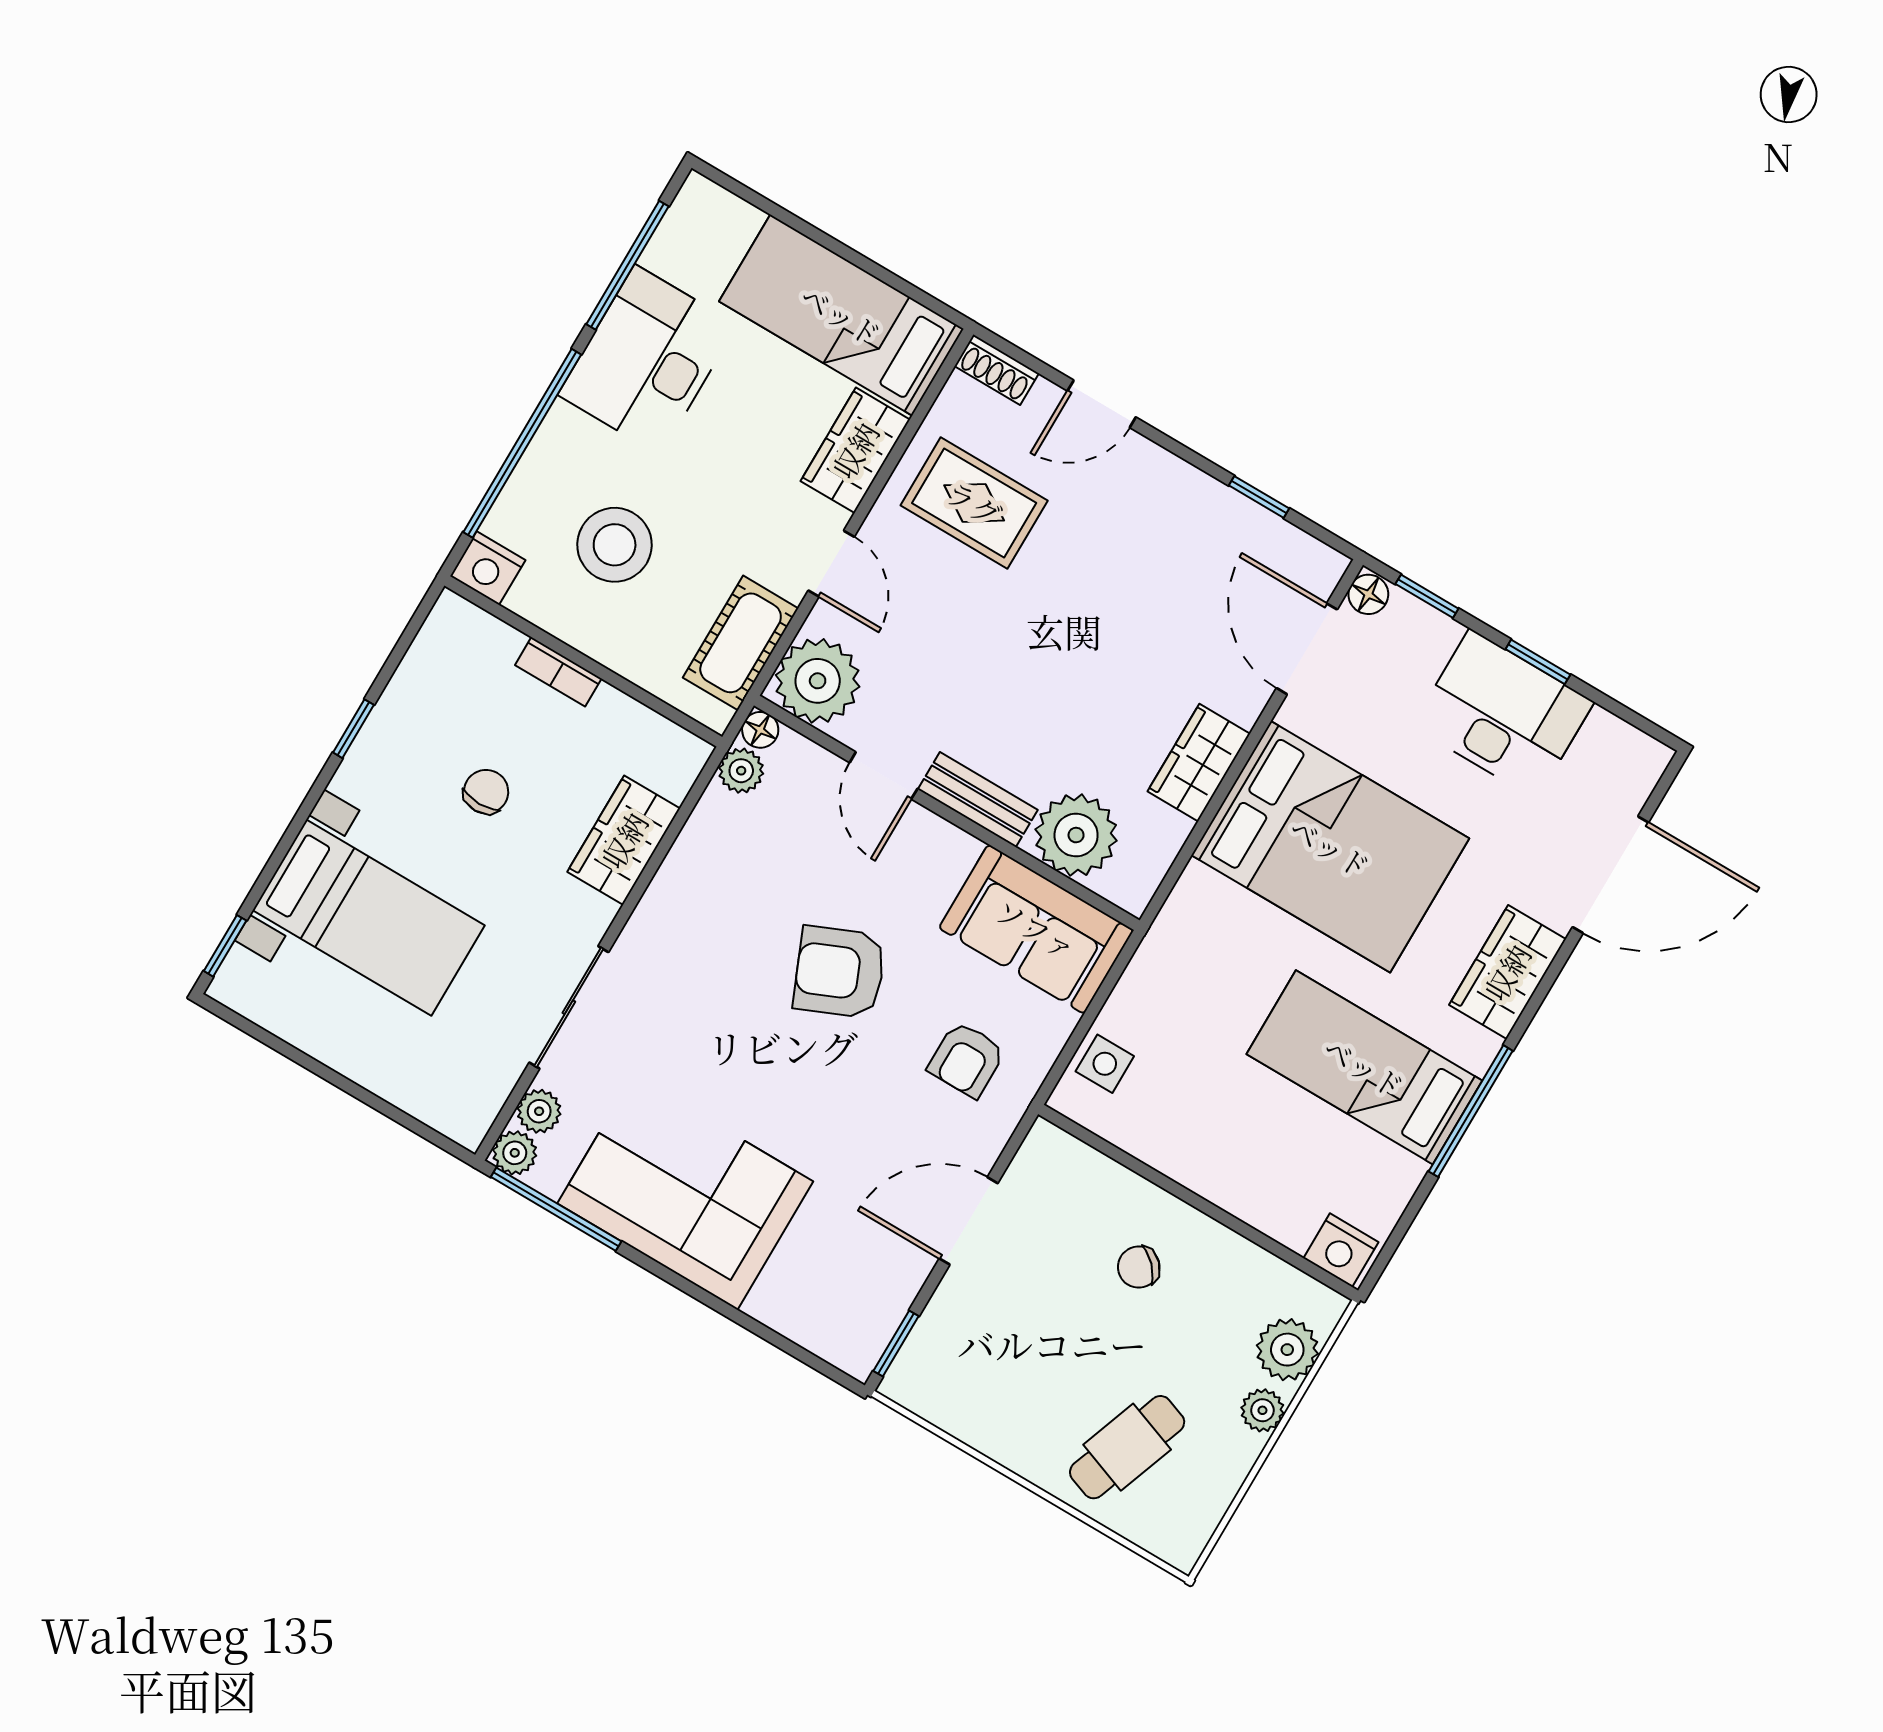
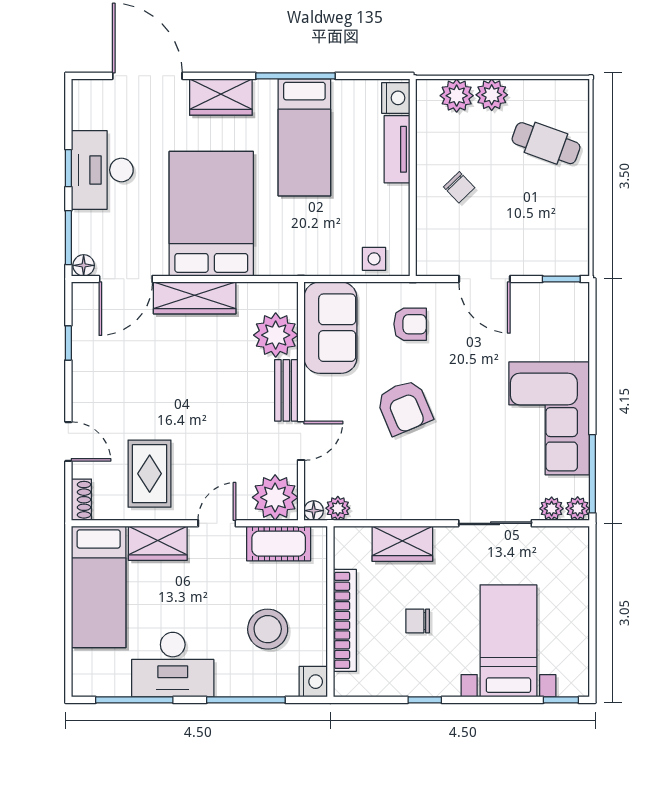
window: (522, 443) -> (246, 700), width x0.68
window: (1427, 596) -> (68, 238), width x1.50
bookcase: (558, 672) -> (345, 620), width x2.31, depth x1.31
wardrobe: (1199, 763) -> (195, 298), width x1.50
tv unit: (1258, 1204) -> (397, 149), added
plant: (1262, 1410) -> (492, 95), width x1.38, depth x1.38

